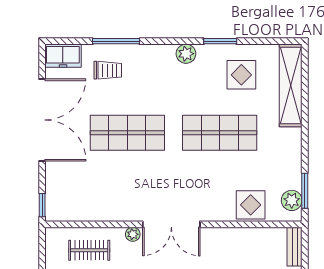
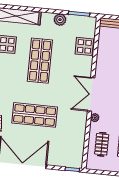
shop shelf: (127, 133) -> (35, 115), turned 90
plant: (292, 200) -> (60, 20), moved
double door: (171, 224) -> (91, 94), swing flipped

